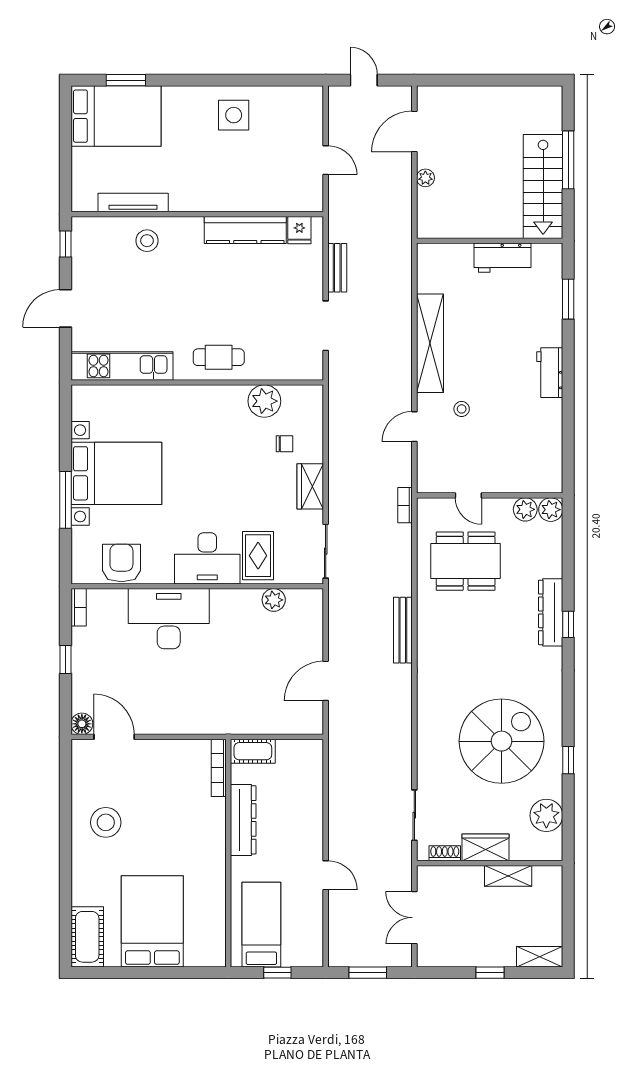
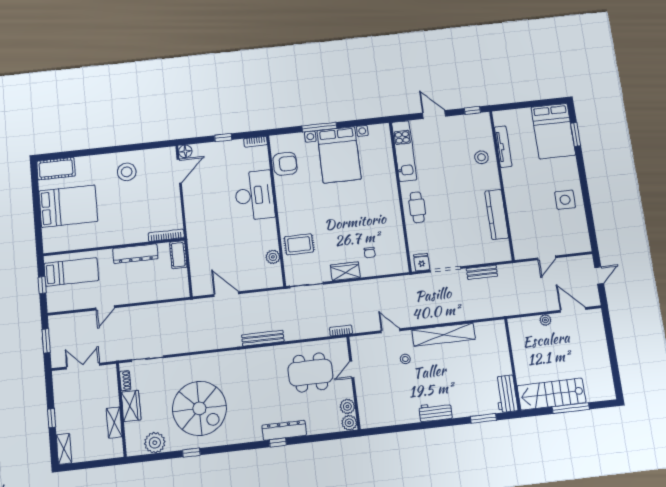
fridge: (299, 230) -> (422, 262), moved, turned 90
workbench: (502, 258) -> (506, 394), moved
plant: (264, 401) -> (394, 238), removed
desk: (207, 558) -> (294, 214), removed
dining table: (466, 561) -> (310, 372), turned 90

